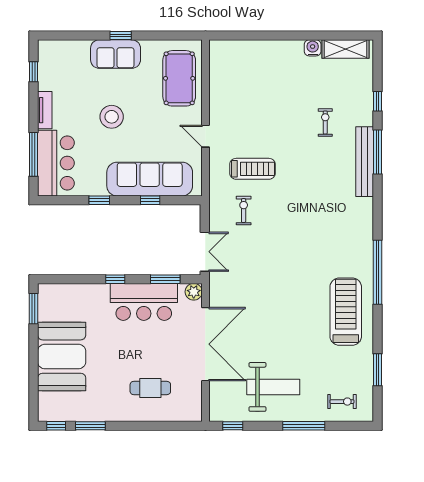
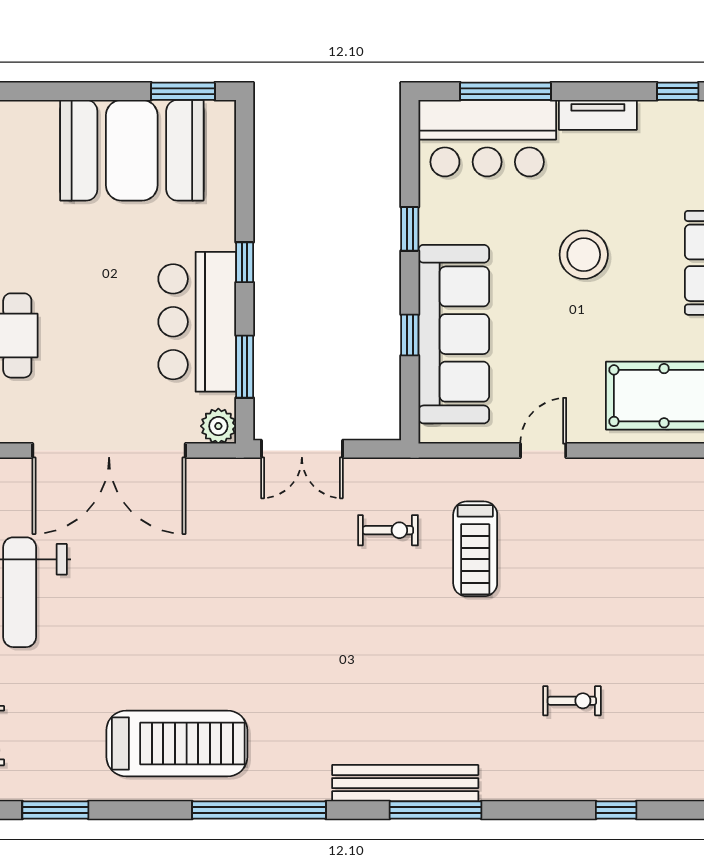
window: (378, 152) -> (436, 810), moved
bench: (365, 162) -> (405, 783), moved
booth: (62, 357) -> (132, 150), moved

